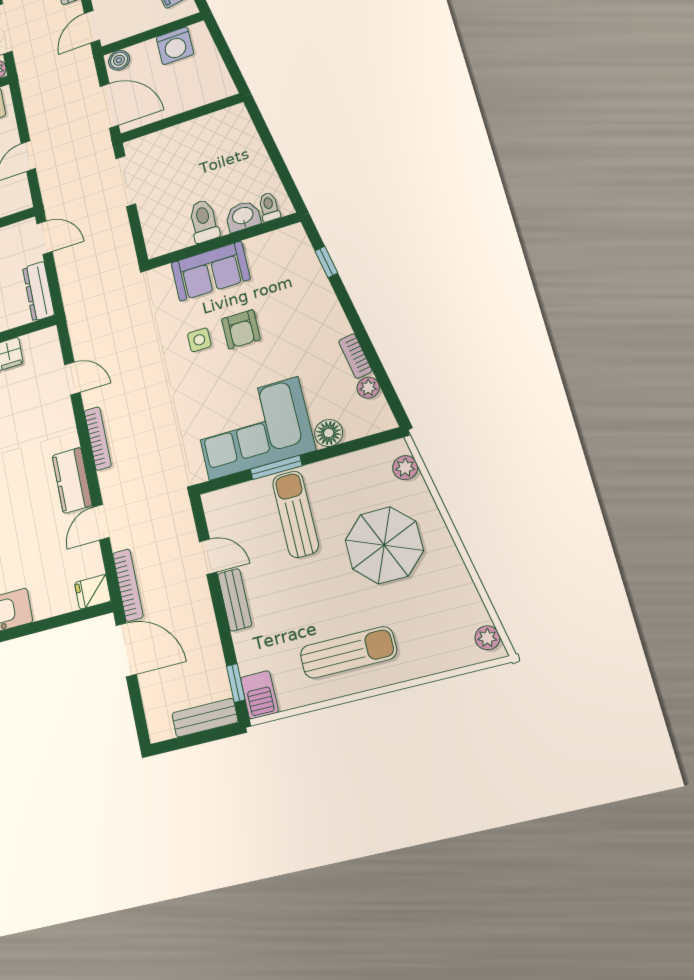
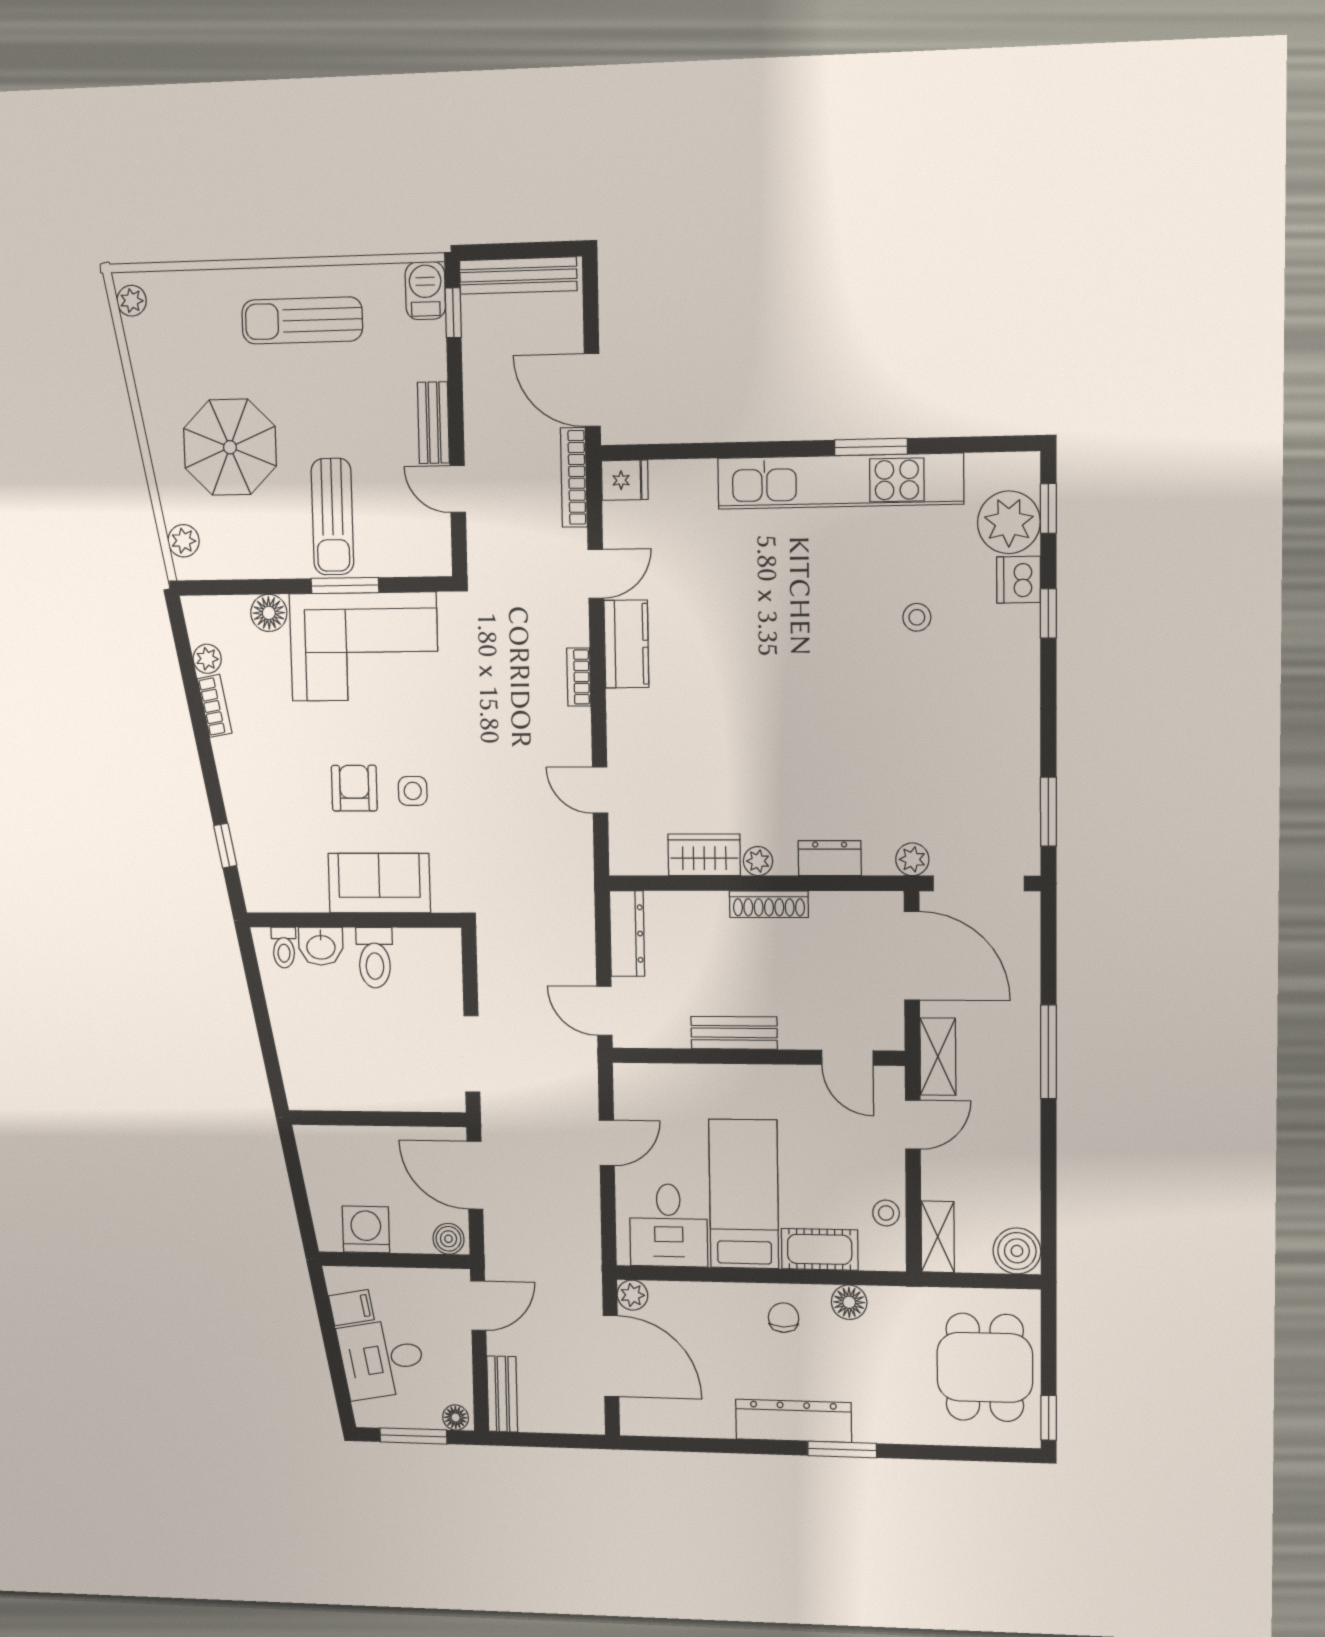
bookcase: (98, 439) -> (579, 677), width x0.64
bench: (205, 718) -> (518, 275), width x1.36

